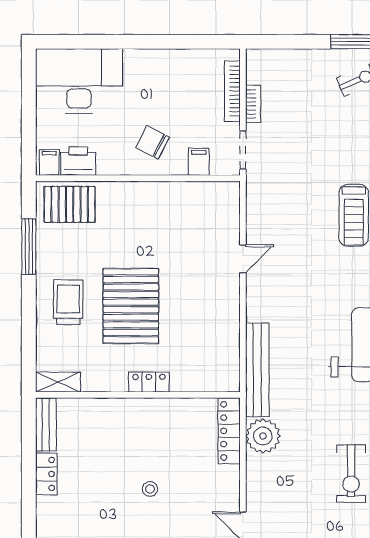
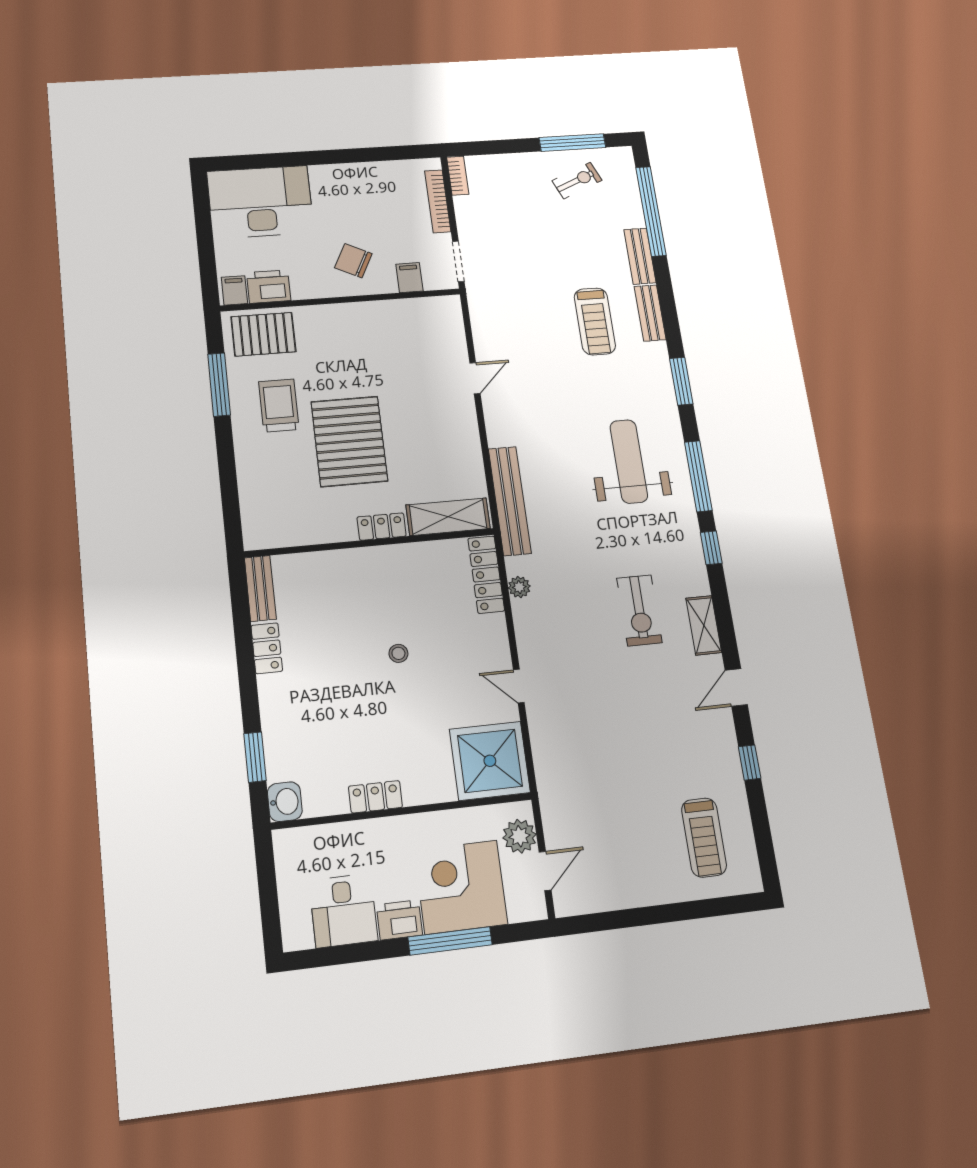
bookcase: (253, 104) -> (458, 176), moved
trolley: (68, 302) -> (279, 406), moved
shelving: (58, 382) -> (448, 517), moved, width x1.50, depth x1.33
plant: (263, 436) -> (519, 587), width x0.53, depth x0.53

